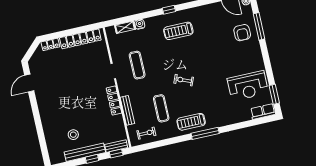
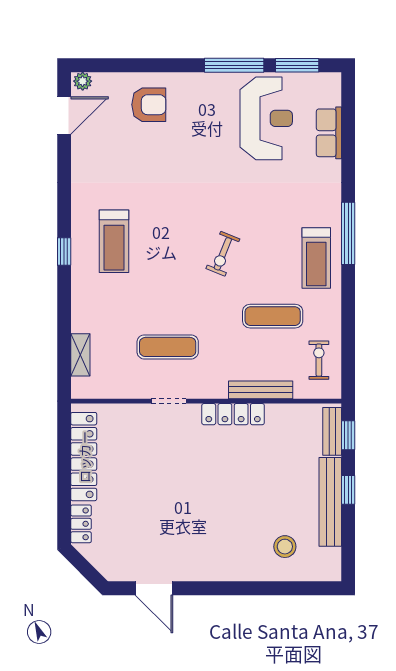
water cooler: (140, 24) -> (81, 322), removed
window: (259, 26) -> (234, 65), moved
row of seats: (263, 111) -> (329, 133), moved
stool: (73, 135) -> (285, 547), moved

